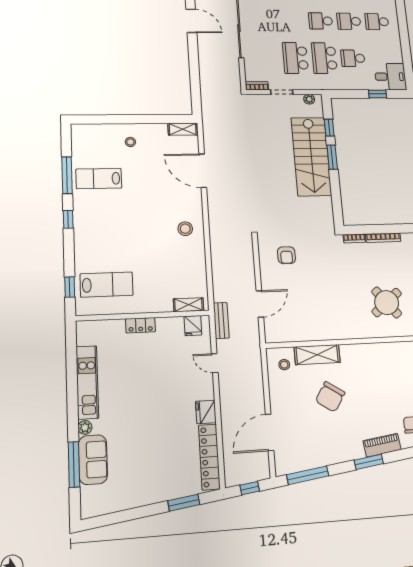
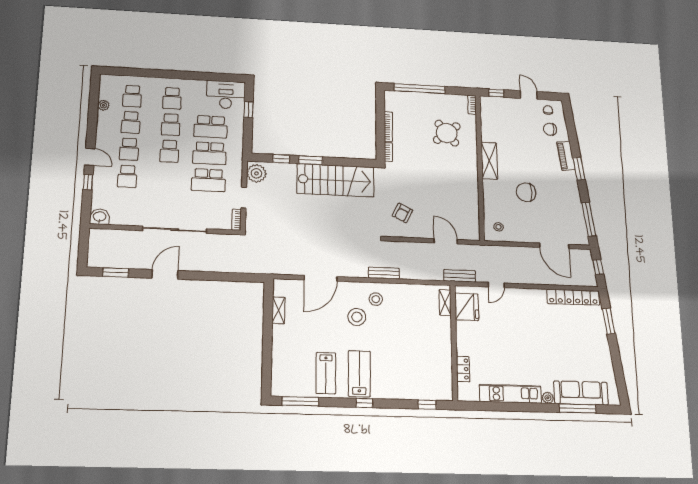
school desk: (353, 58) -> (211, 127), width x1.85
desk: (390, 77) -> (226, 95), width x1.37
plant: (309, 99) -> (256, 173), width x1.87, depth x1.87
shelving: (183, 129) -> (279, 310), moved
stool: (130, 142) -> (357, 317), moved, width x1.89, depth x1.89
stairs: (311, 156) -> (335, 180), moved
window: (67, 175) -> (300, 401), moved
bench: (216, 237) -> (384, 273), added
armchair: (286, 255) -> (402, 213), turned 117
lab bench: (107, 285) -> (359, 374), moved
locker: (141, 325) -> (463, 369), moved
fridge: (193, 326) -> (467, 307), width x1.88, depth x1.34
shelving: (317, 355) -> (489, 161), moved
chair: (330, 397) -> (526, 192), turned 147
fridge: (206, 412) -> (537, 296), removed
sofa: (93, 460) -> (581, 393), width x1.36

